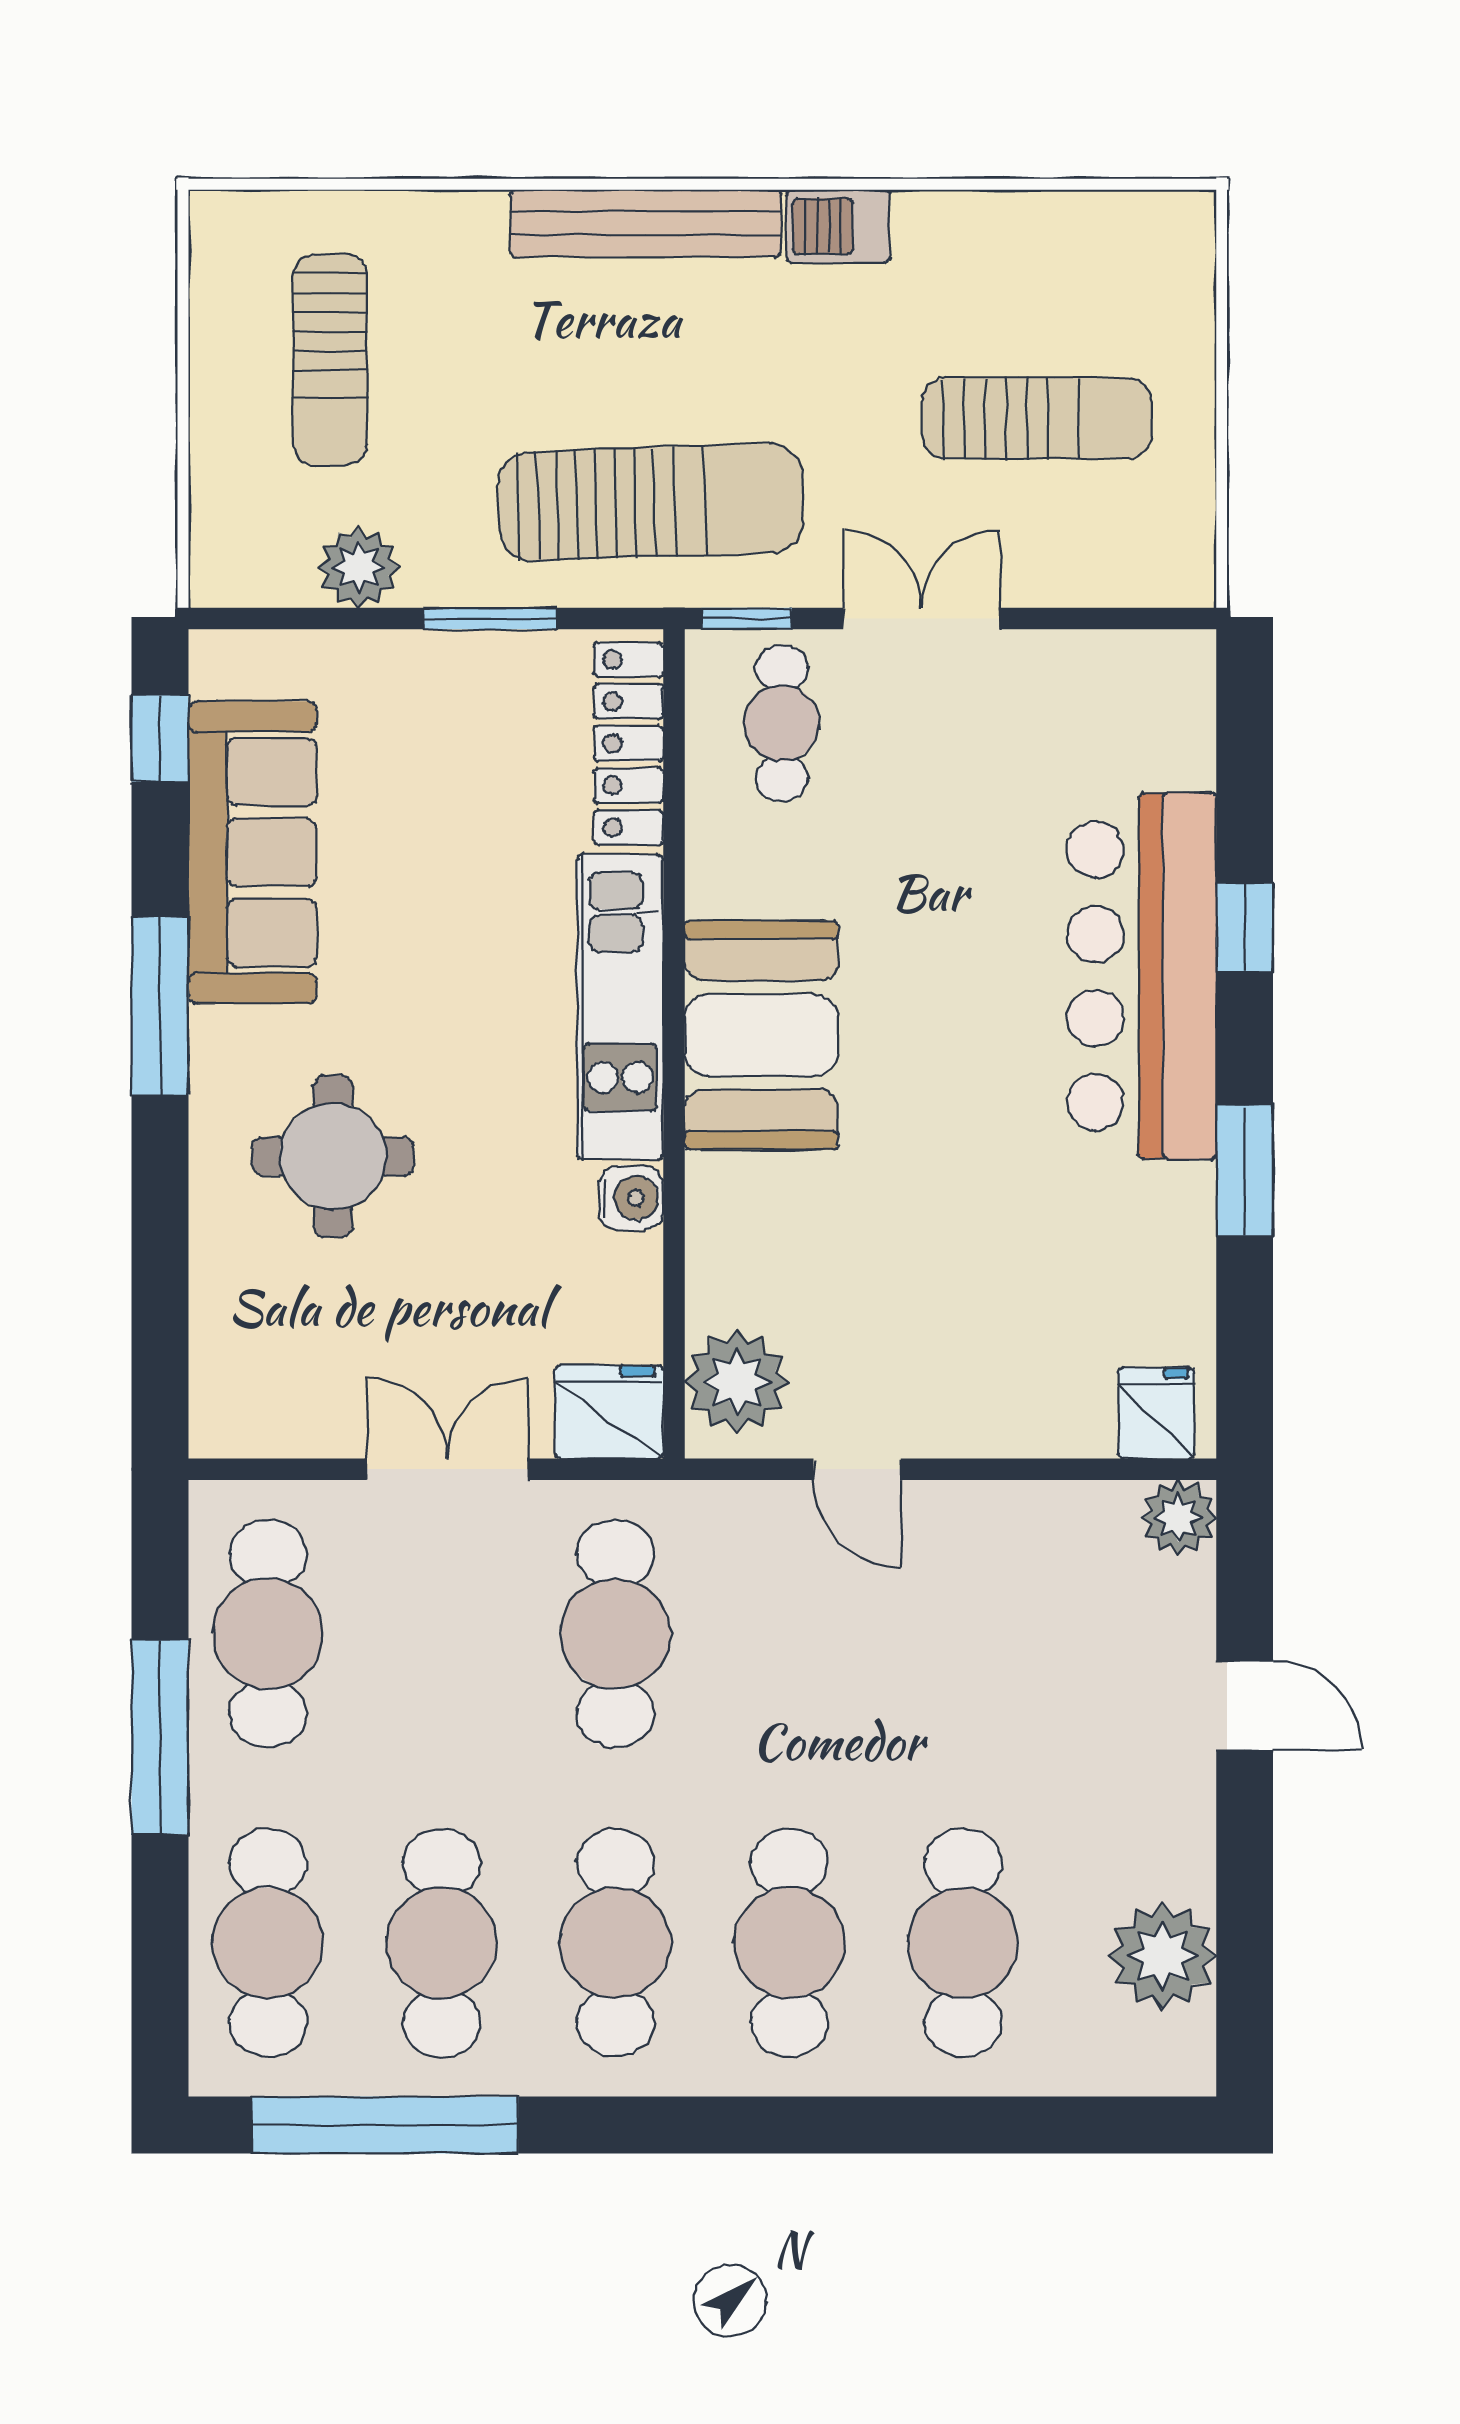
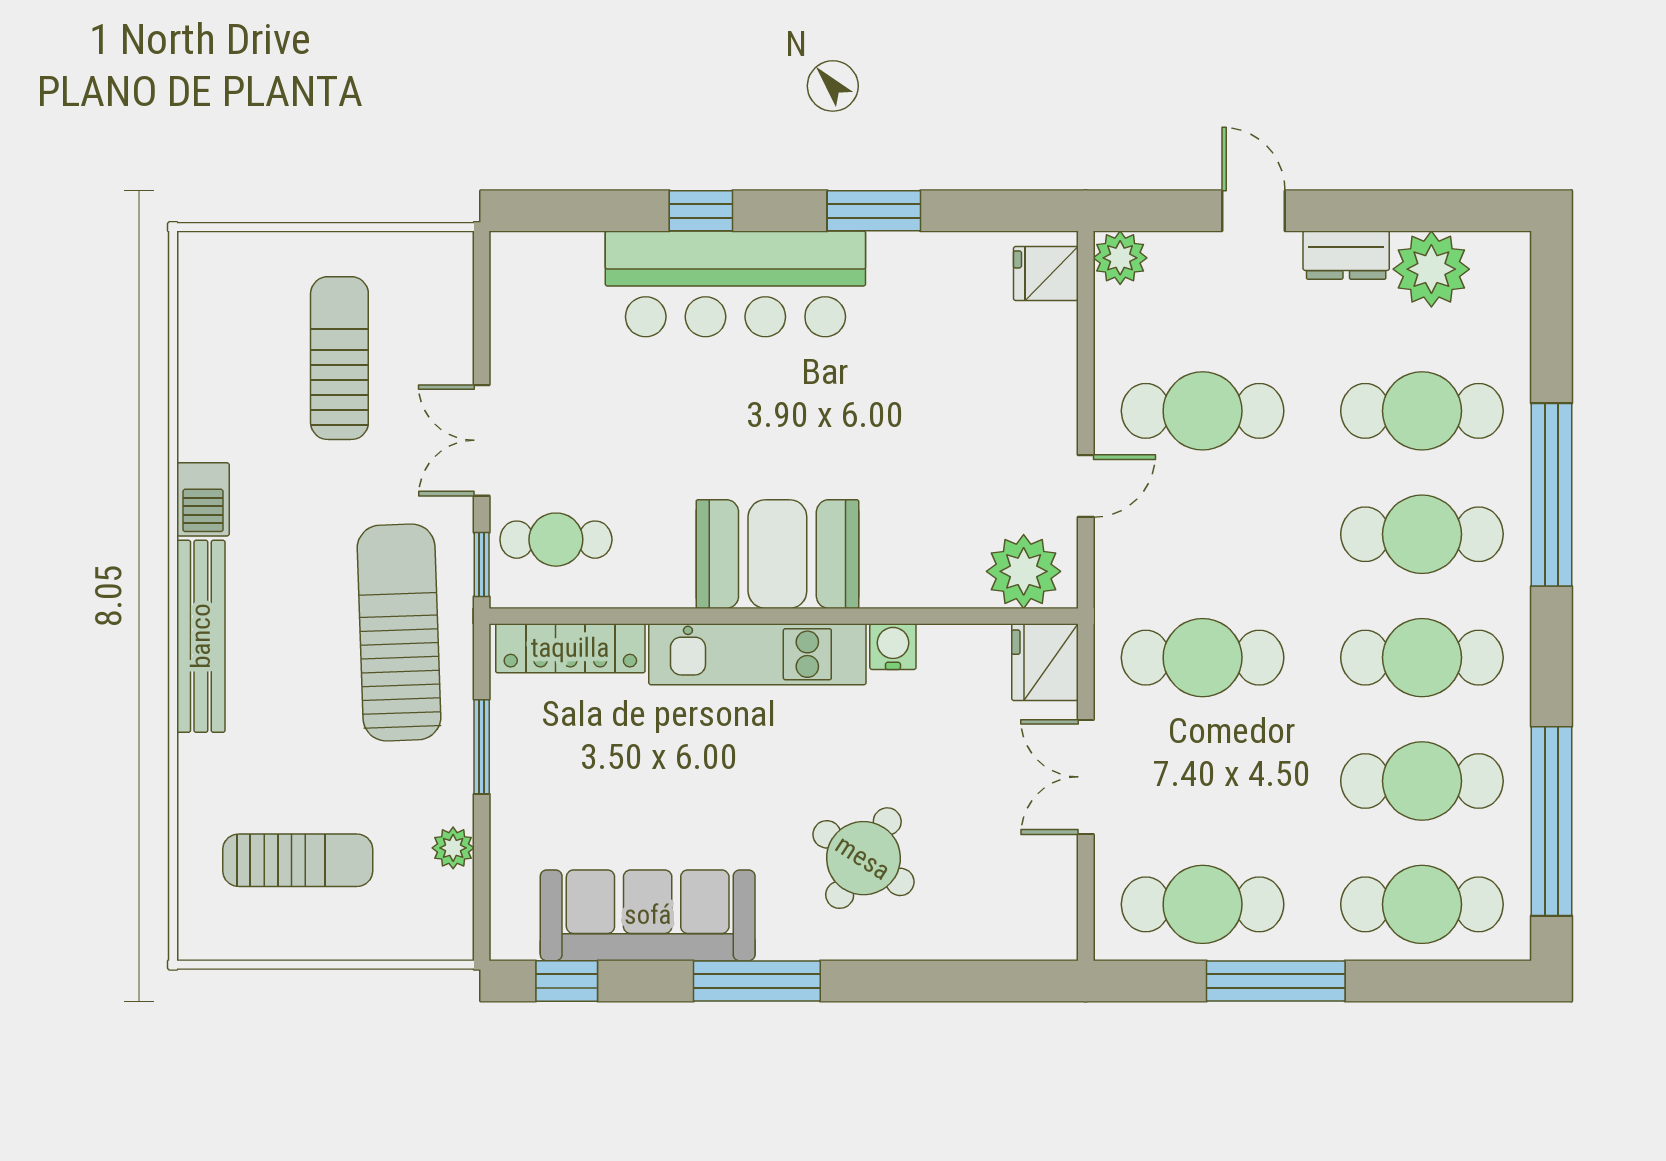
plant: (359, 567) -> (453, 848), width x0.73, depth x0.73
round table: (333, 1156) -> (863, 858), turned 33
cafe table: (963, 1634) -> (1203, 411), added
door: (1245, 1705) -> (1253, 211), hinge flipped
dresser: (1182, 1836) -> (1346, 255), added
window: (845, 2125) -> (1551, 495), added

